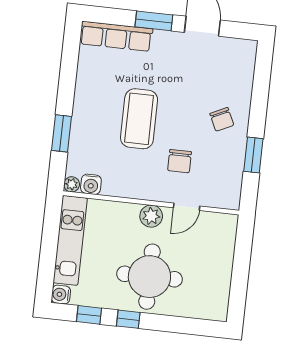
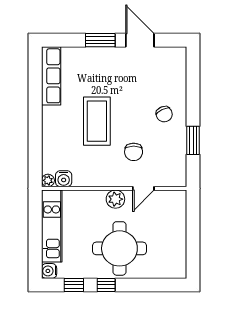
row of seats: (116, 36) -> (51, 76), moved, turned -90
window: (62, 133) -> (35, 140), removed

